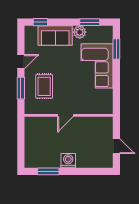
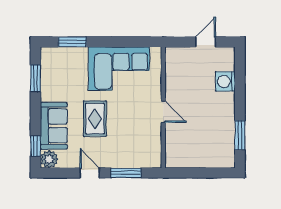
plant: (80, 32) -> (49, 159), moved
corner sofa: (97, 66) -> (119, 69), moved
rug: (44, 86) -> (95, 119), moved, turned 90
washing machine: (68, 161) -> (225, 81), moved

